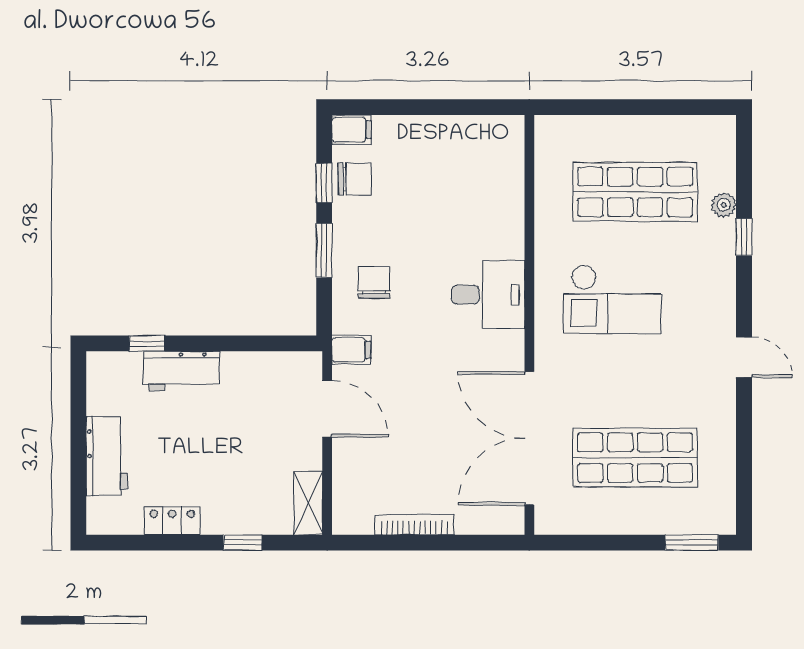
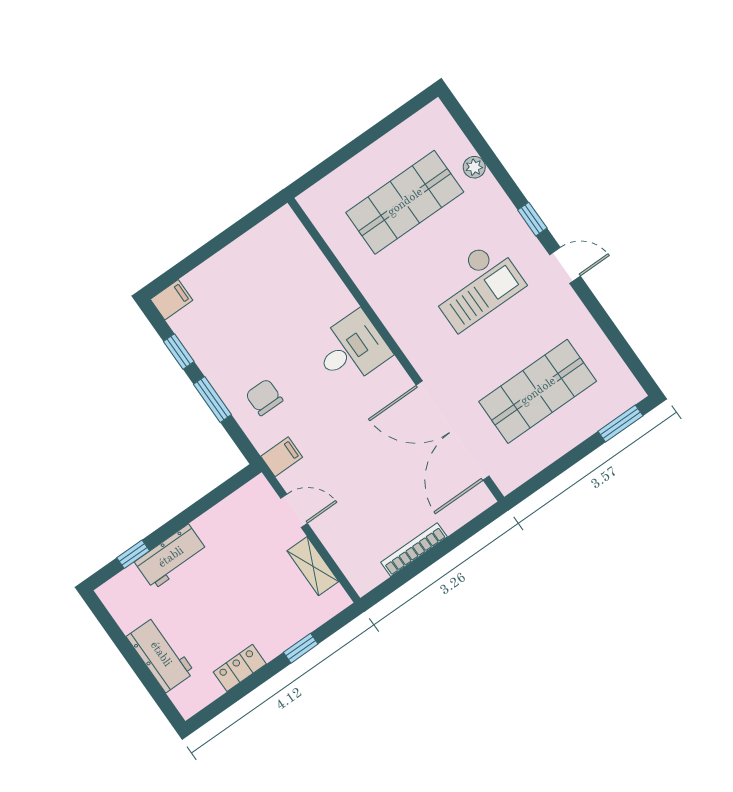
chair: (355, 179) -> (199, 333), removed
window: (744, 237) -> (532, 219), moved
checkout: (612, 299) -> (476, 286), moved
door: (327, 409) -> (294, 511), width x0.73
shelving: (308, 503) -> (313, 566), moved

